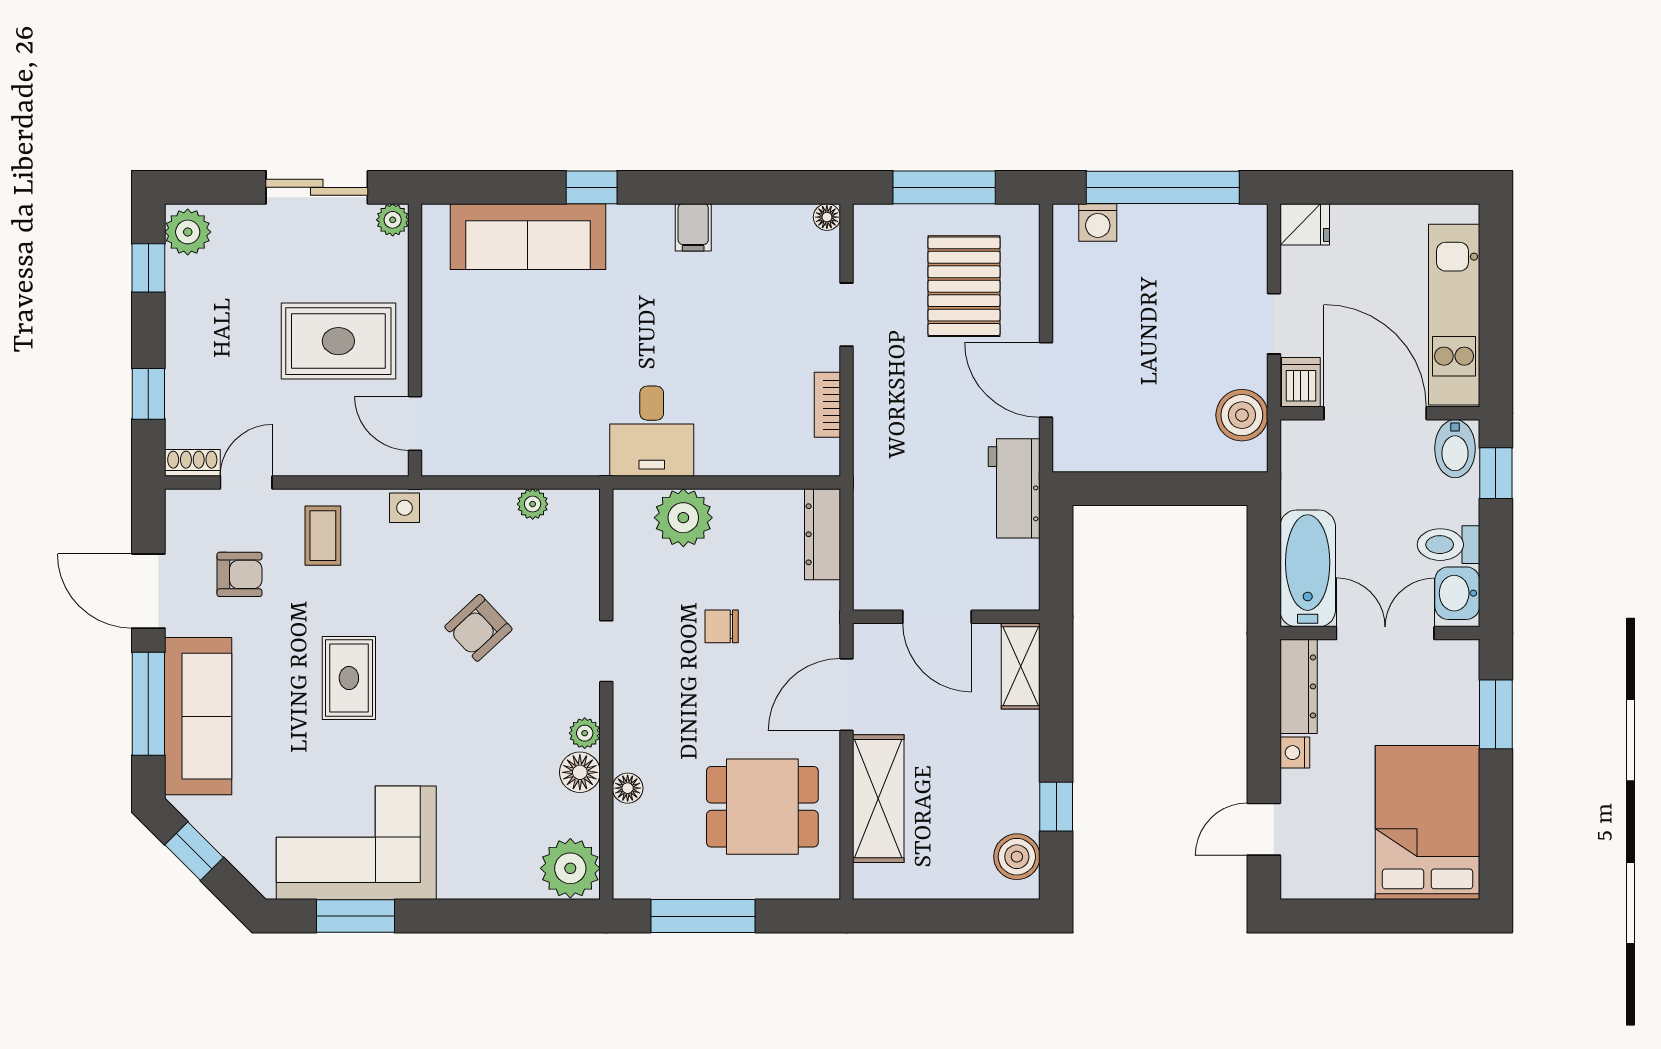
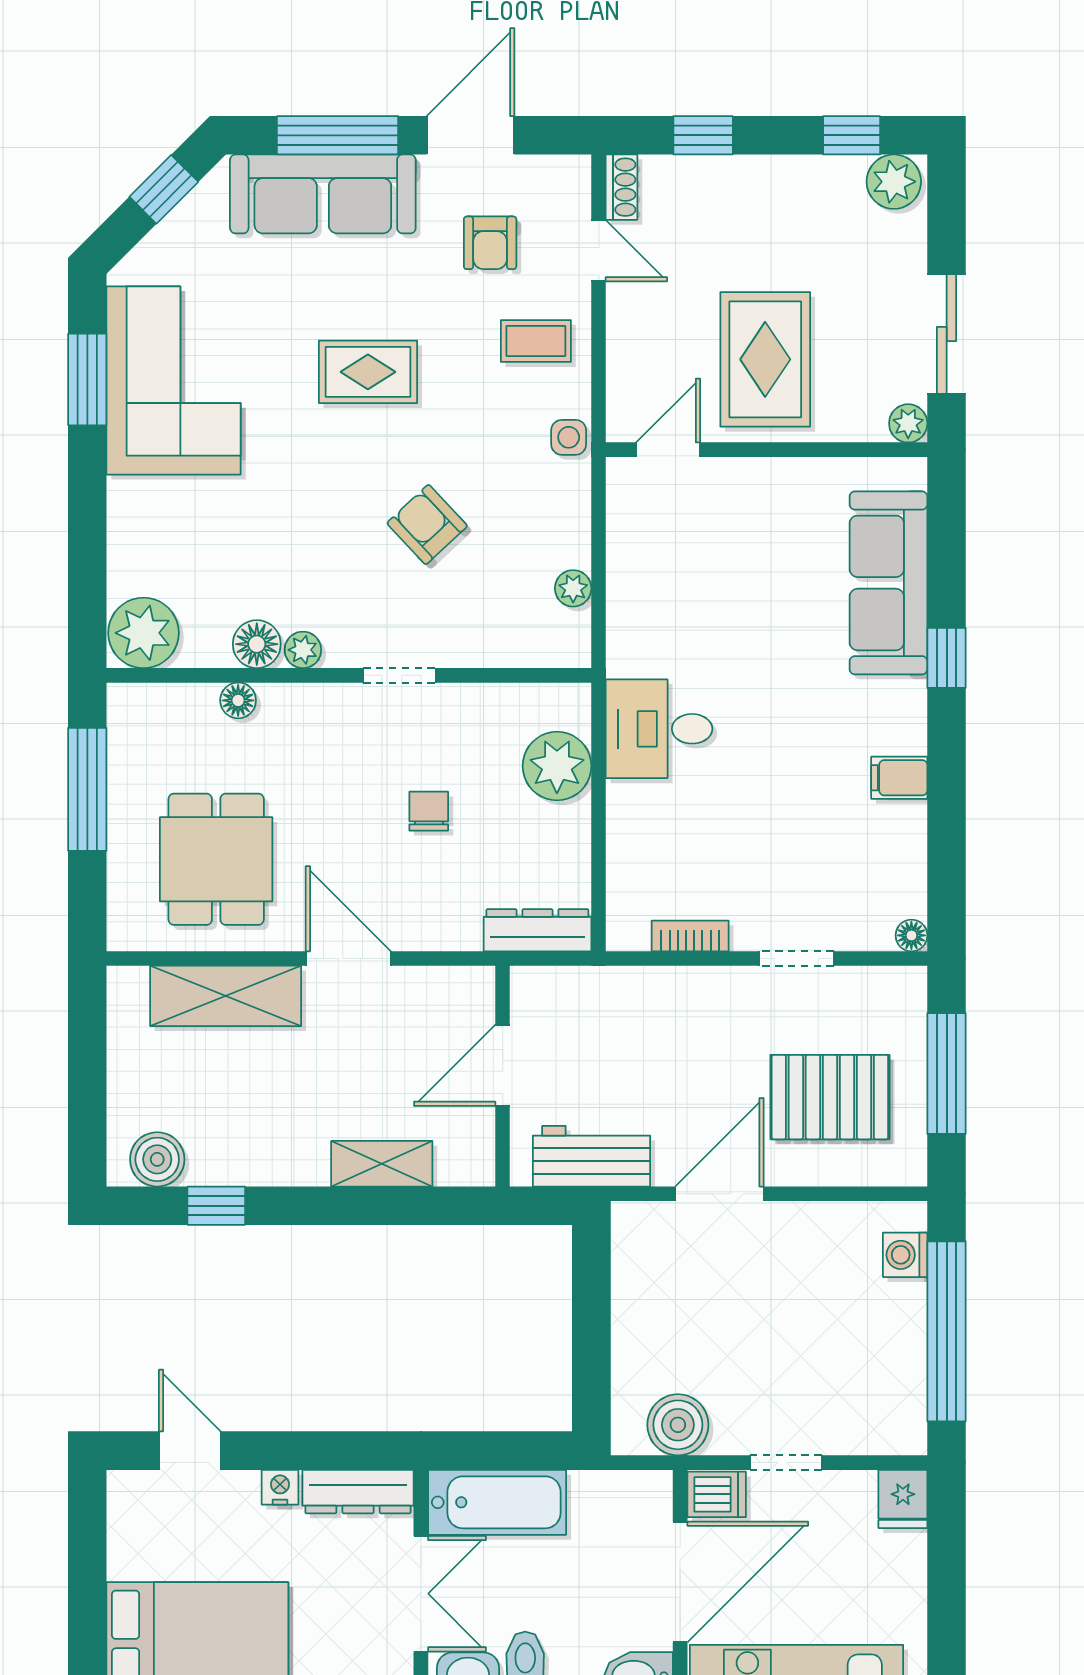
door: (937, 617) -> (503, 1065), moved
wall: (946, 617) -> (503, 1076), moved

